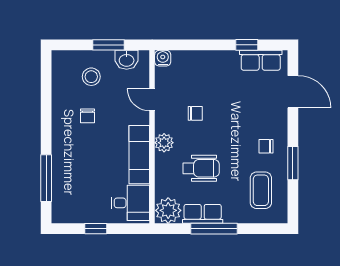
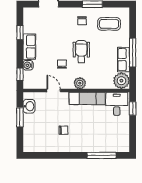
window: (179, 45) -> (20, 74), added
water cooler: (163, 58) -> (28, 65), moved
row of seats: (261, 60) -> (29, 47), moved
stool: (91, 77) -> (39, 128), removed
door: (152, 100) -> (54, 91), swing flipped
wheelchair: (201, 168) -> (81, 51), moved
window: (96, 229) -> (133, 109), moved

